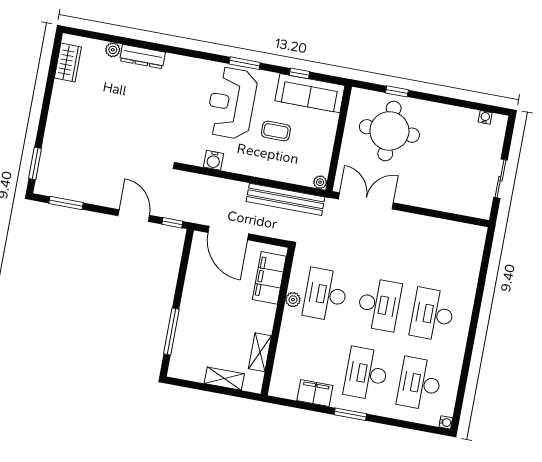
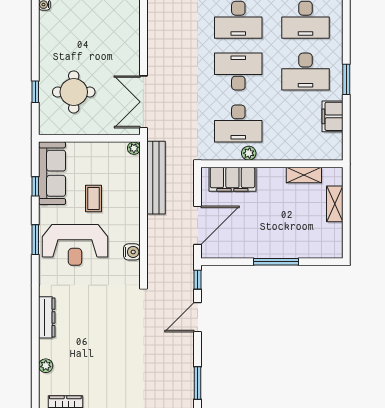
dresser: (143, 57) -> (47, 317), moved
round table: (389, 131) -> (74, 92), width x0.73, depth x0.73
window: (171, 332) -> (276, 262), moved

